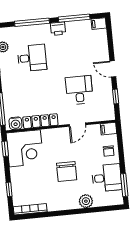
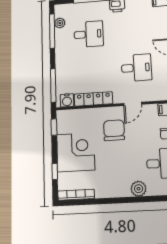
desk: (79, 90) -> (136, 68), turned 90
corner desk: (25, 148) -> (76, 152), moved, turned -90
chair: (67, 172) -> (114, 130), moved, turned 180

